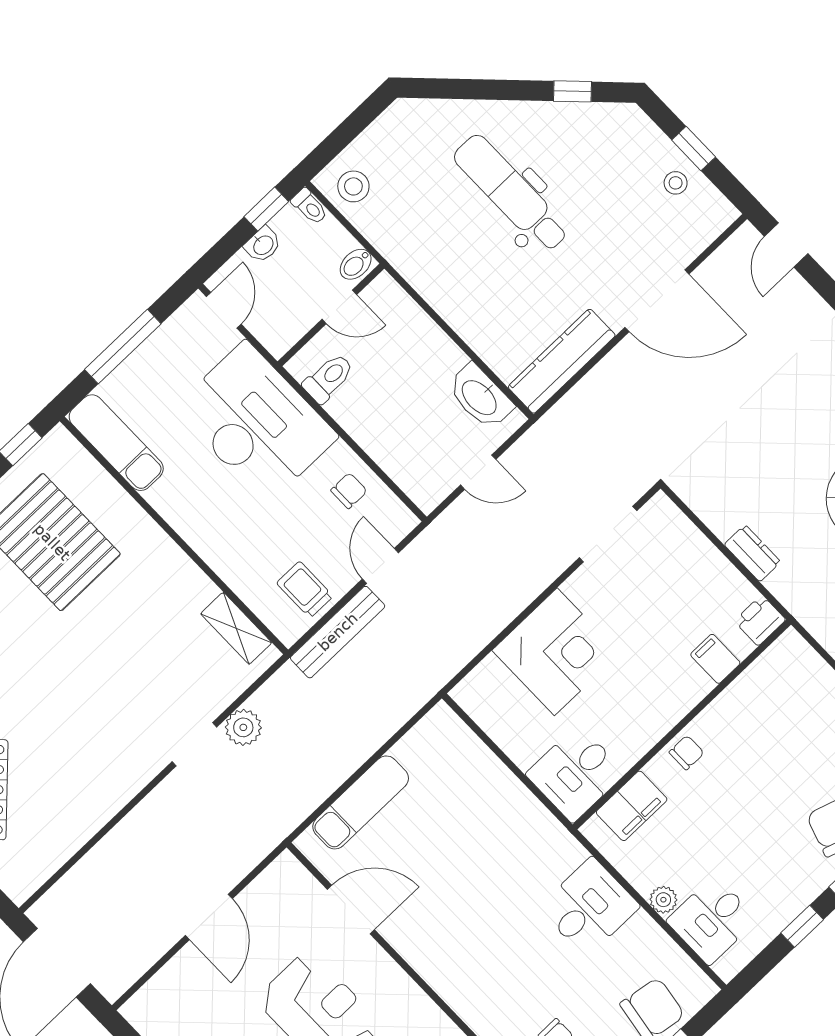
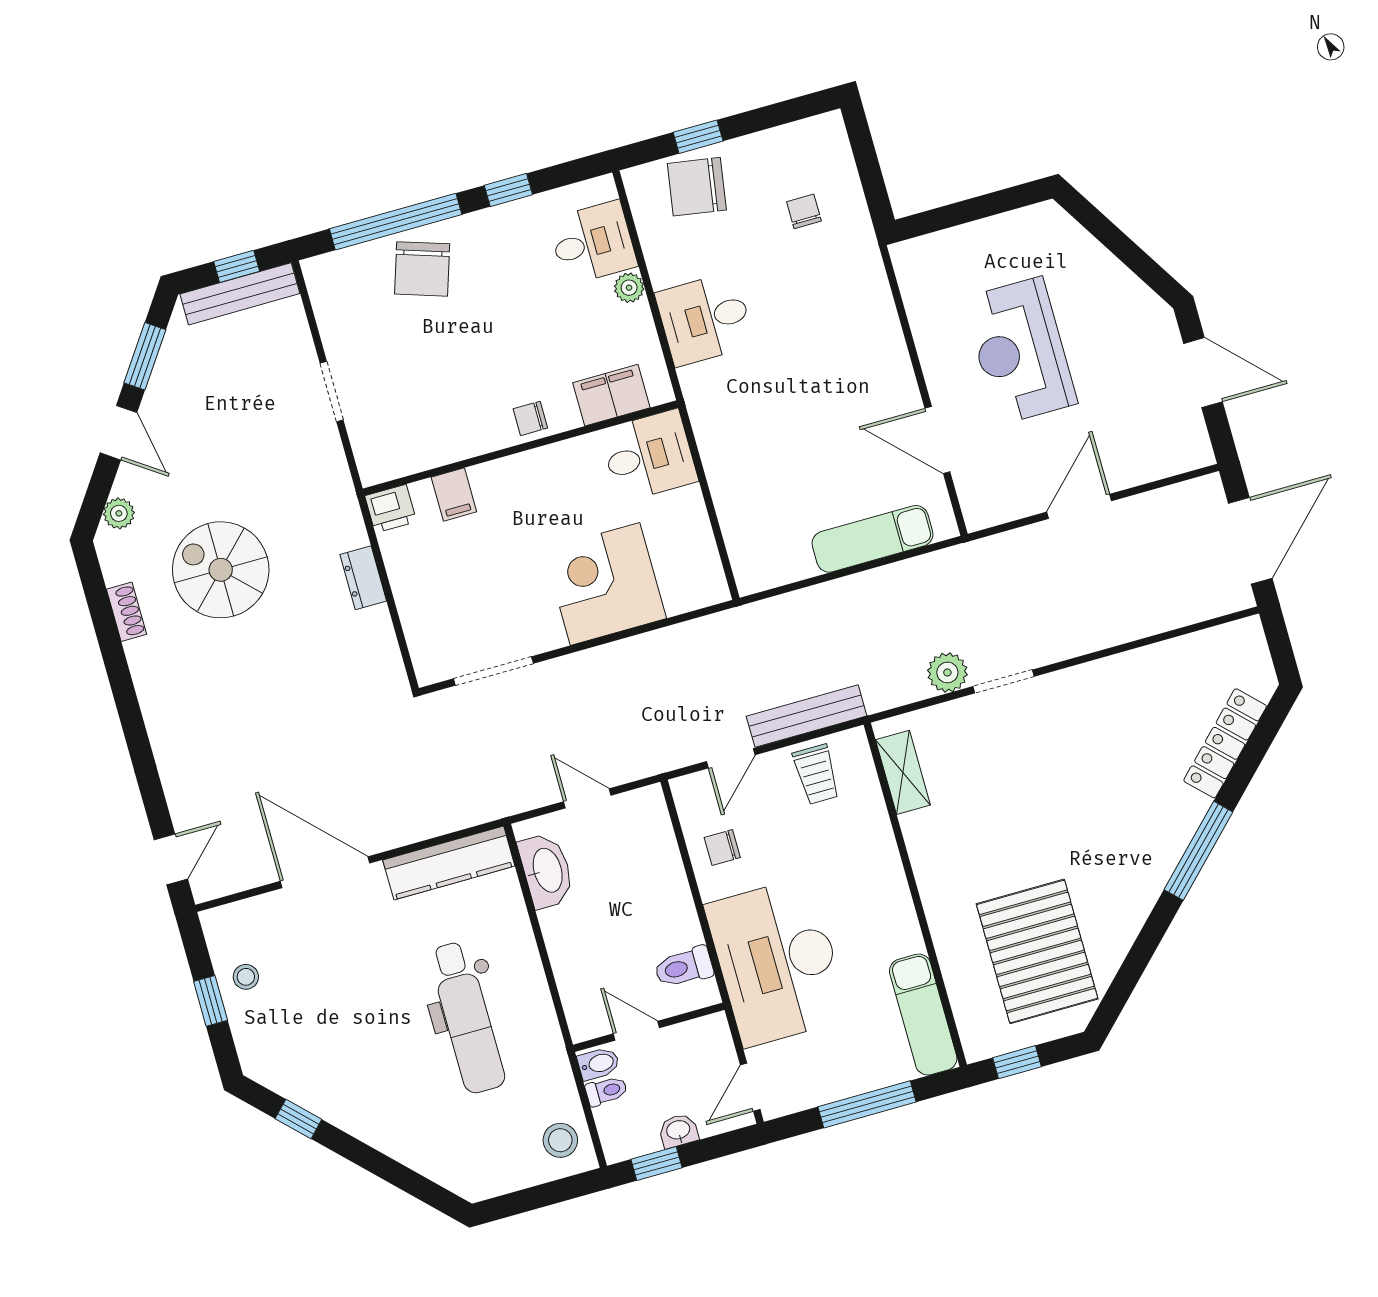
dental chair: (511, 193) -> (467, 1017), moved
toilet: (310, 206) -> (606, 1091), moved, turned 90

